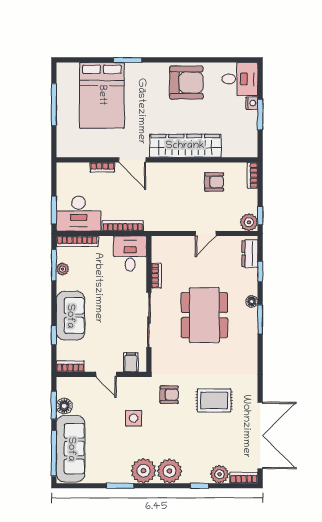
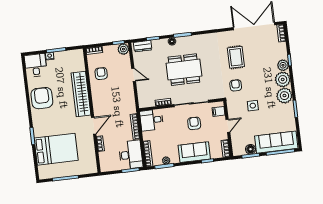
armchair: (116, 321) -> (194, 123), added
plant: (219, 474) -> (283, 65), moved

